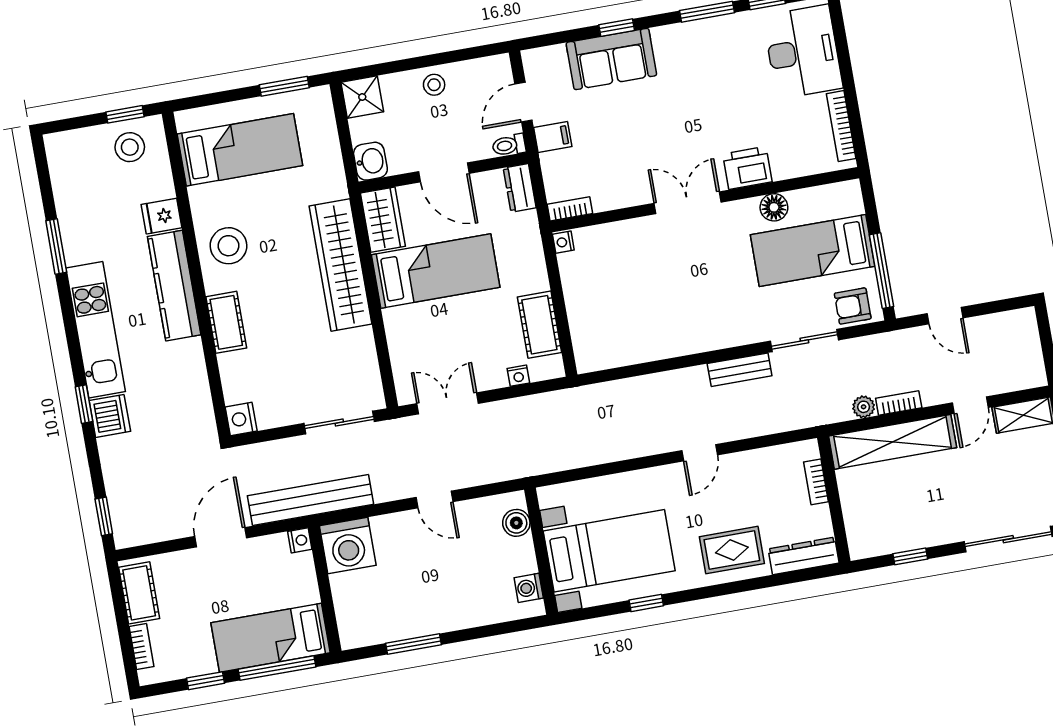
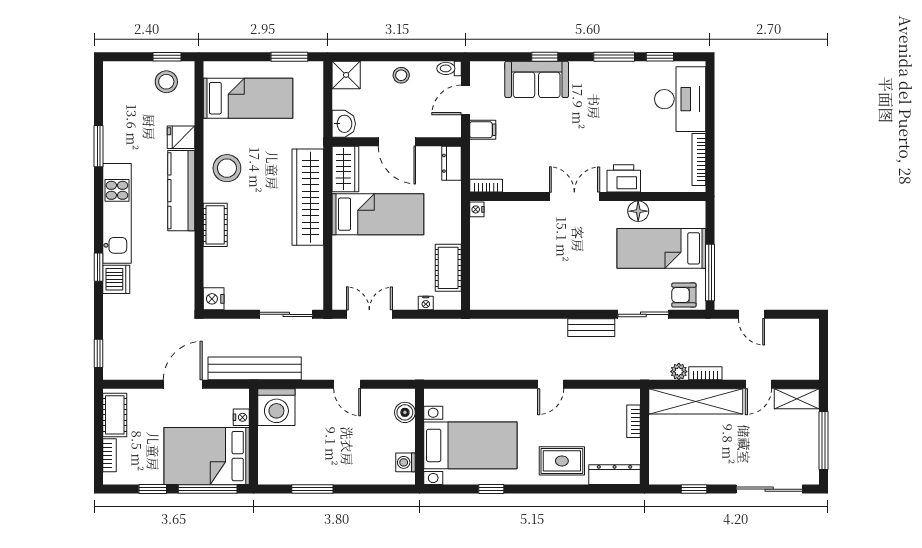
toilet: (509, 145) -> (449, 68), moved
nightstand: (300, 540) -> (241, 417), moved
bed: (270, 638) -> (207, 456), width x1.50

